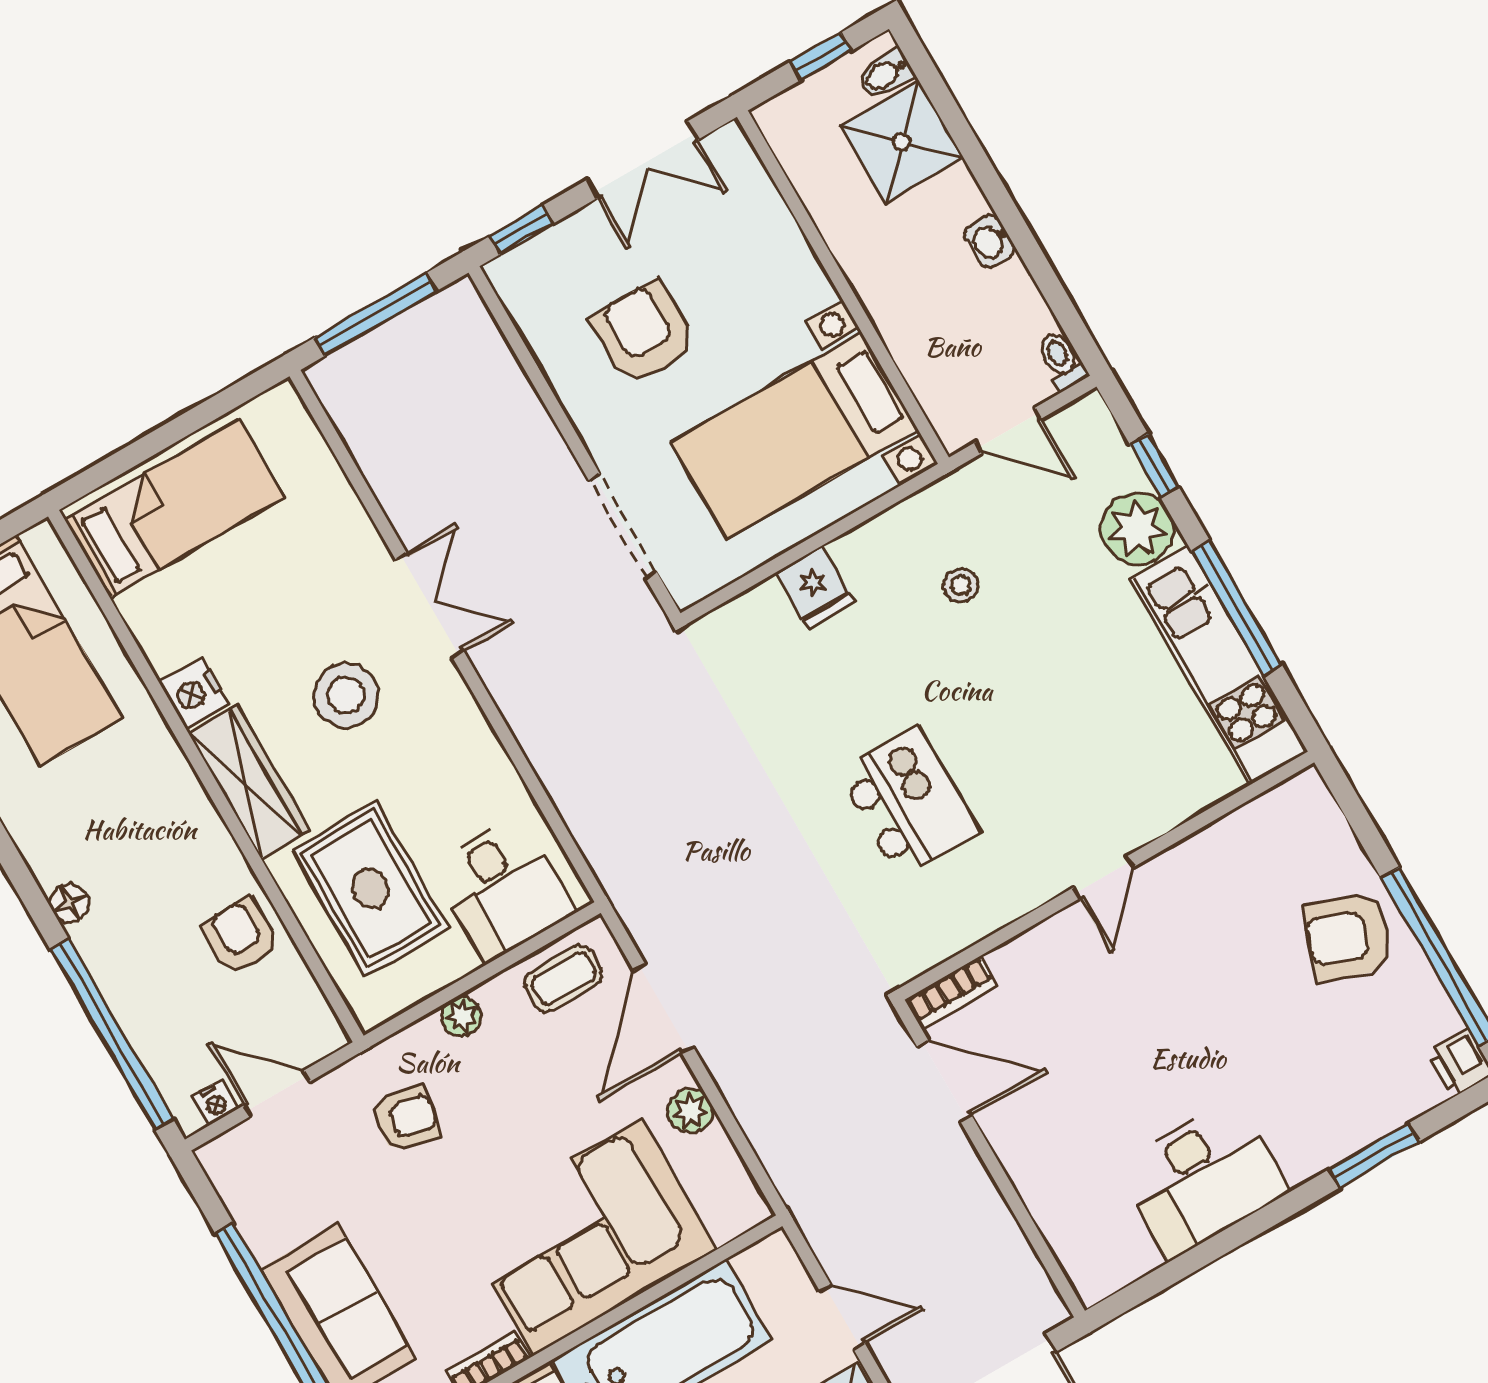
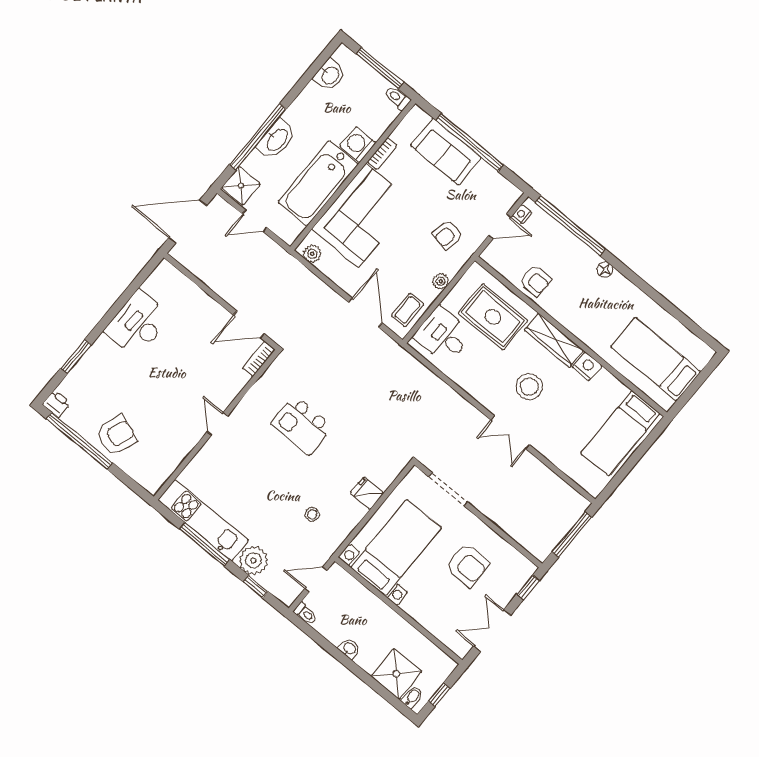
plant: (690, 1111) -> (312, 254), moved

